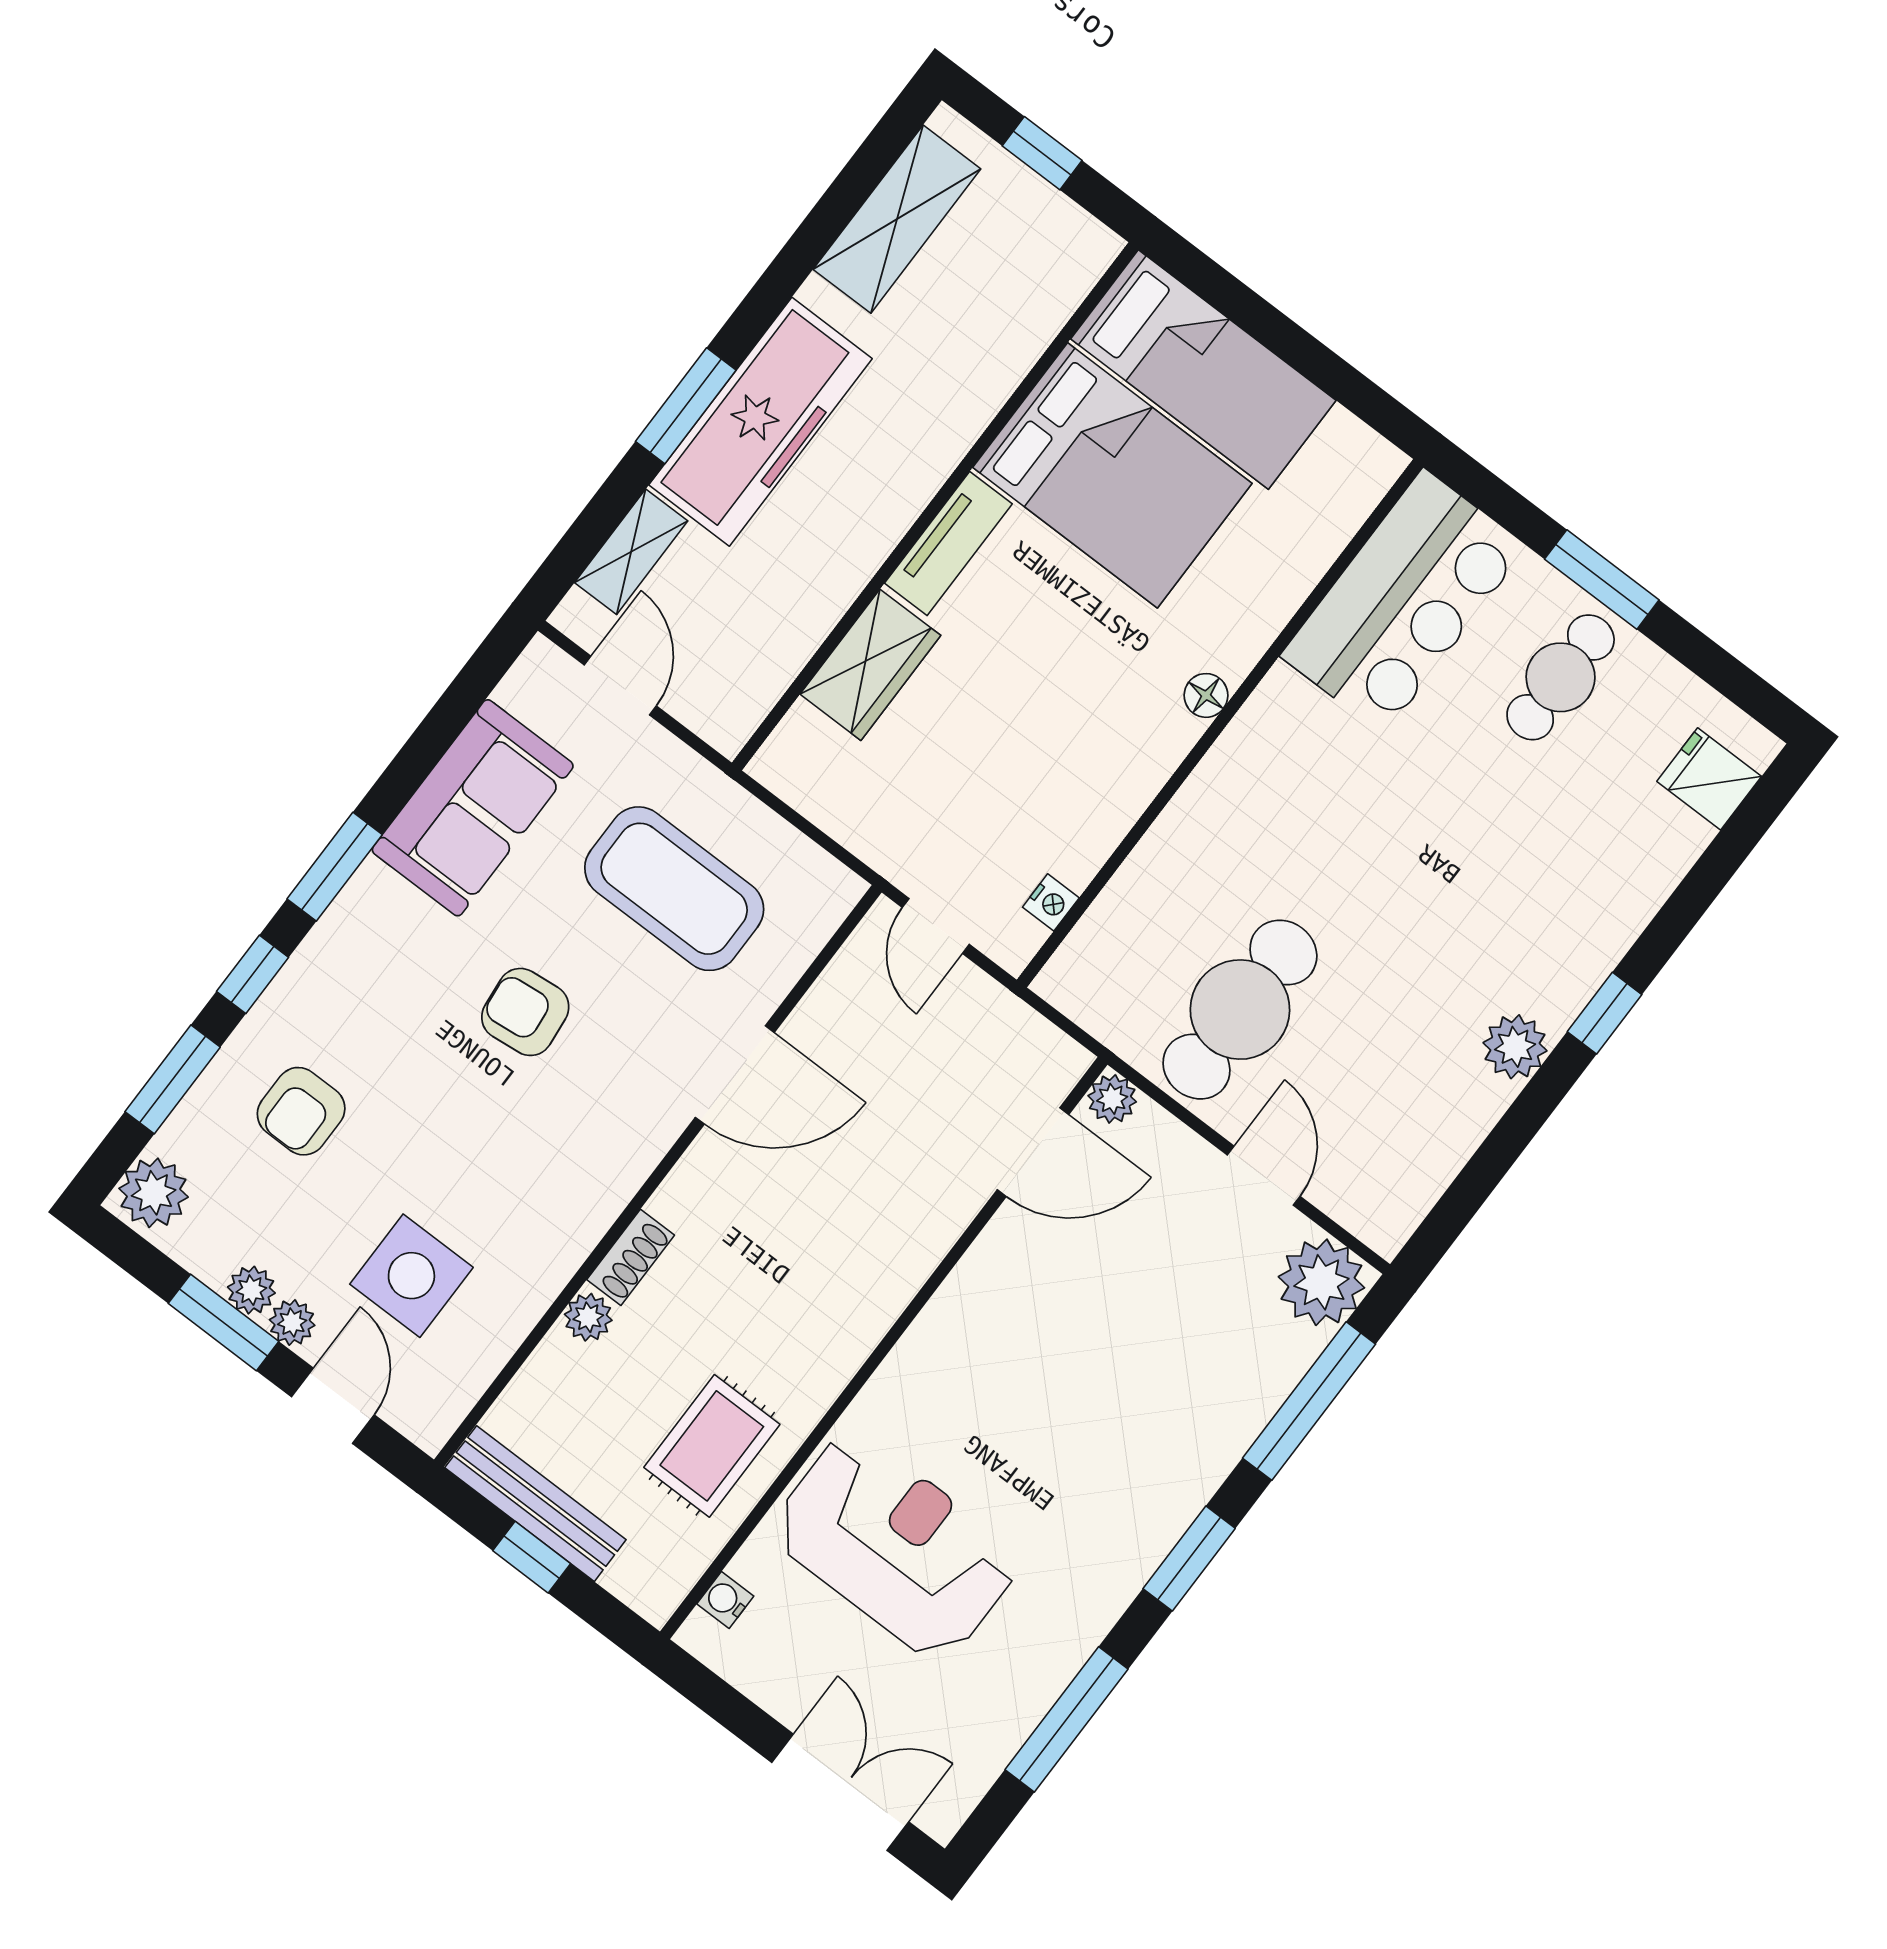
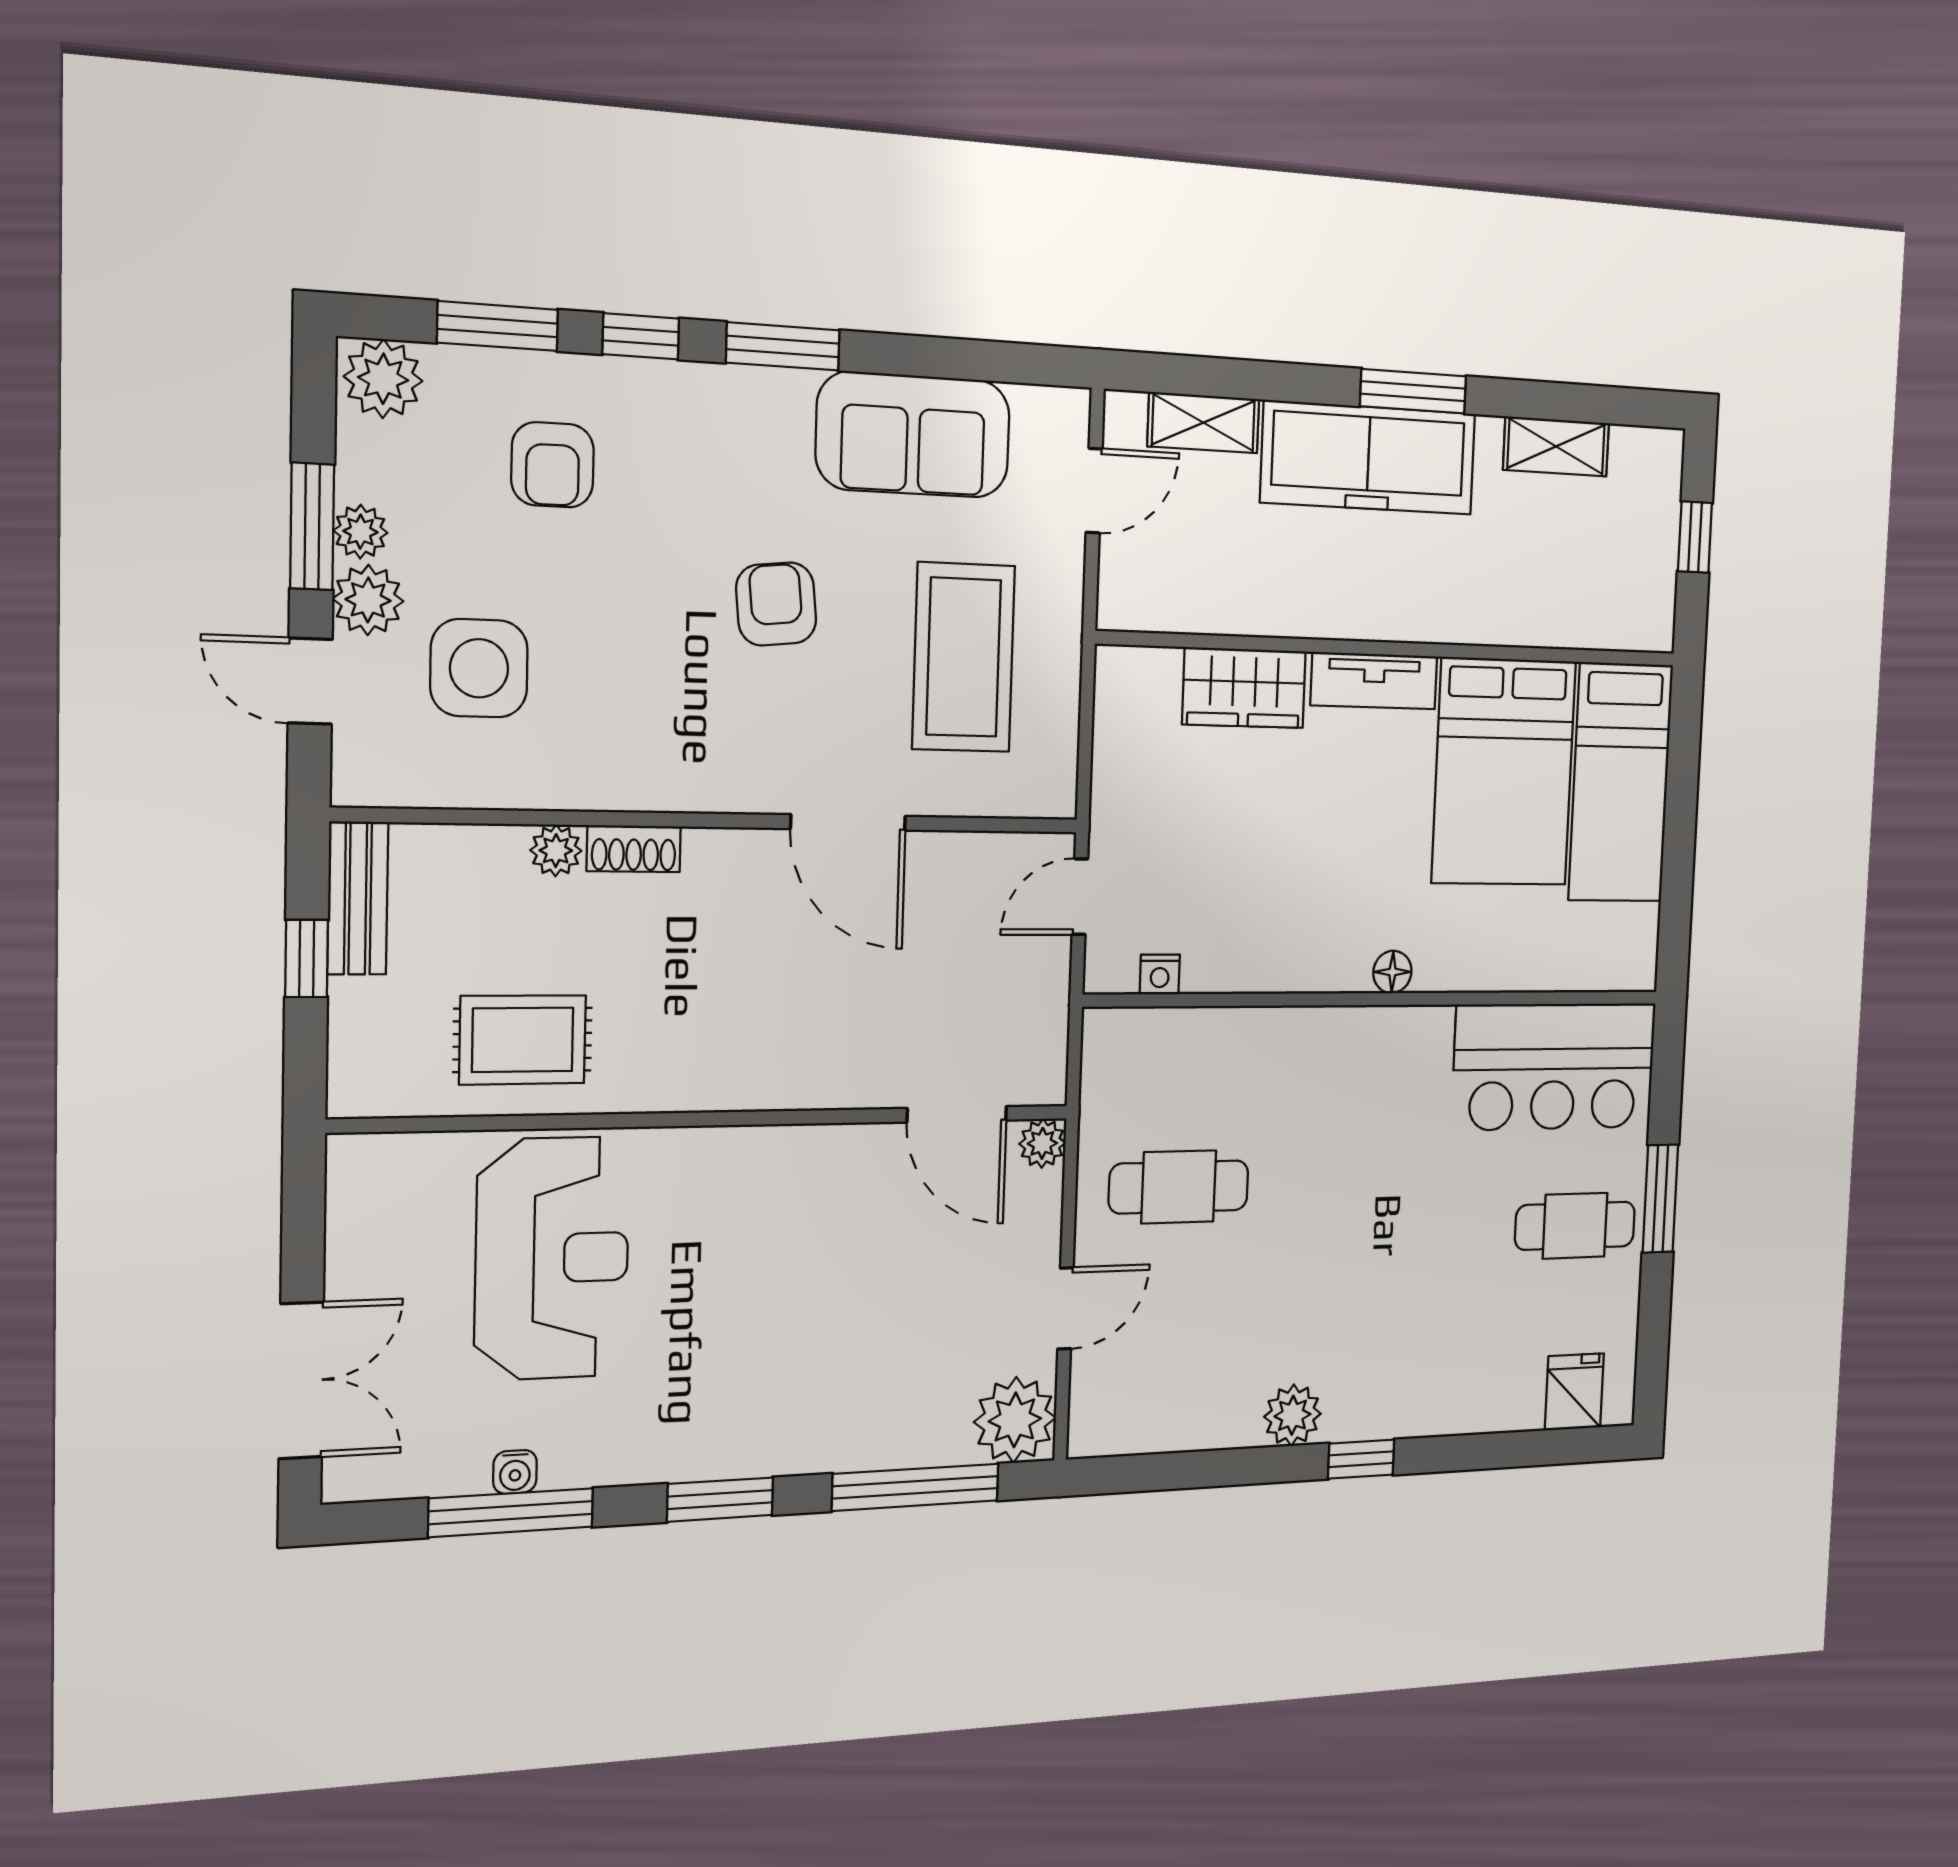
shelving: (897, 219) -> (1556, 446), width x0.67, depth x0.75
window: (686, 406) -> (1413, 391), moved
cafe table: (1240, 1010) -> (1179, 1187), width x0.73, depth x0.74
armchair: (301, 1111) -> (553, 465), turned -90
plant: (292, 1322) -> (368, 600), width x1.38, depth x1.38
door: (333, 1406) -> (310, 681), swing flipped
bench: (535, 1504) -> (358, 899), width x0.73
water cooler: (725, 1600) -> (515, 1472), moved, turned 180

